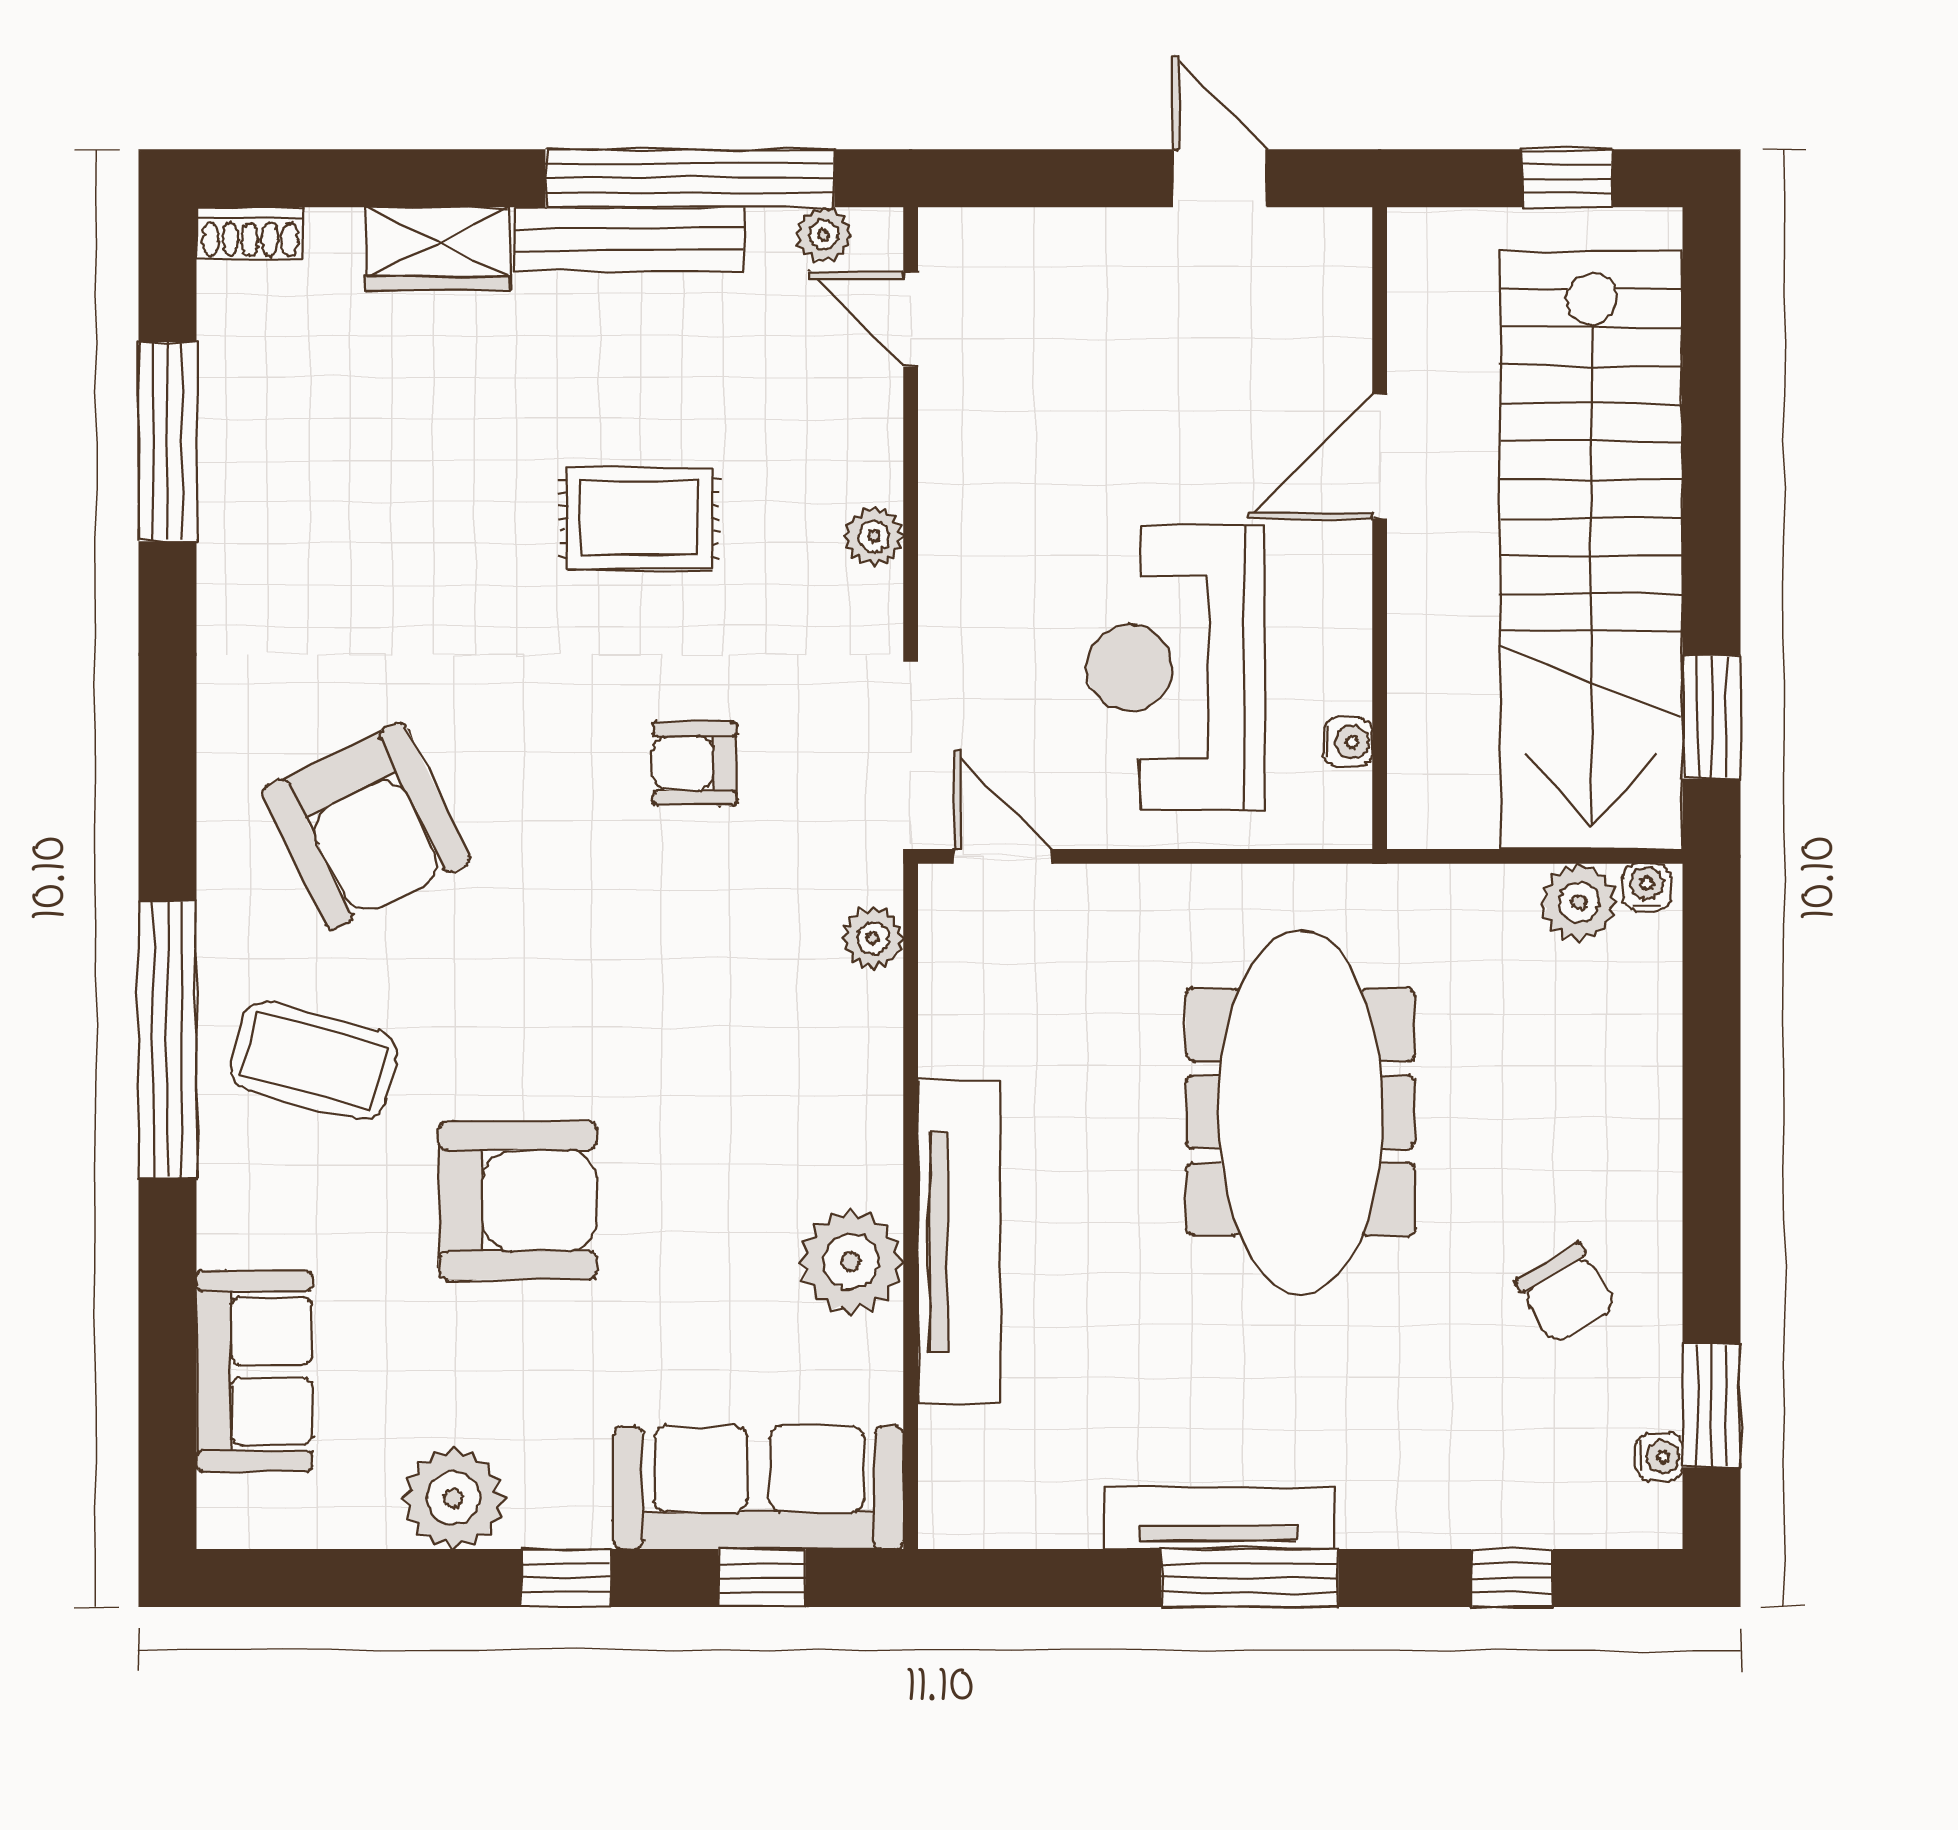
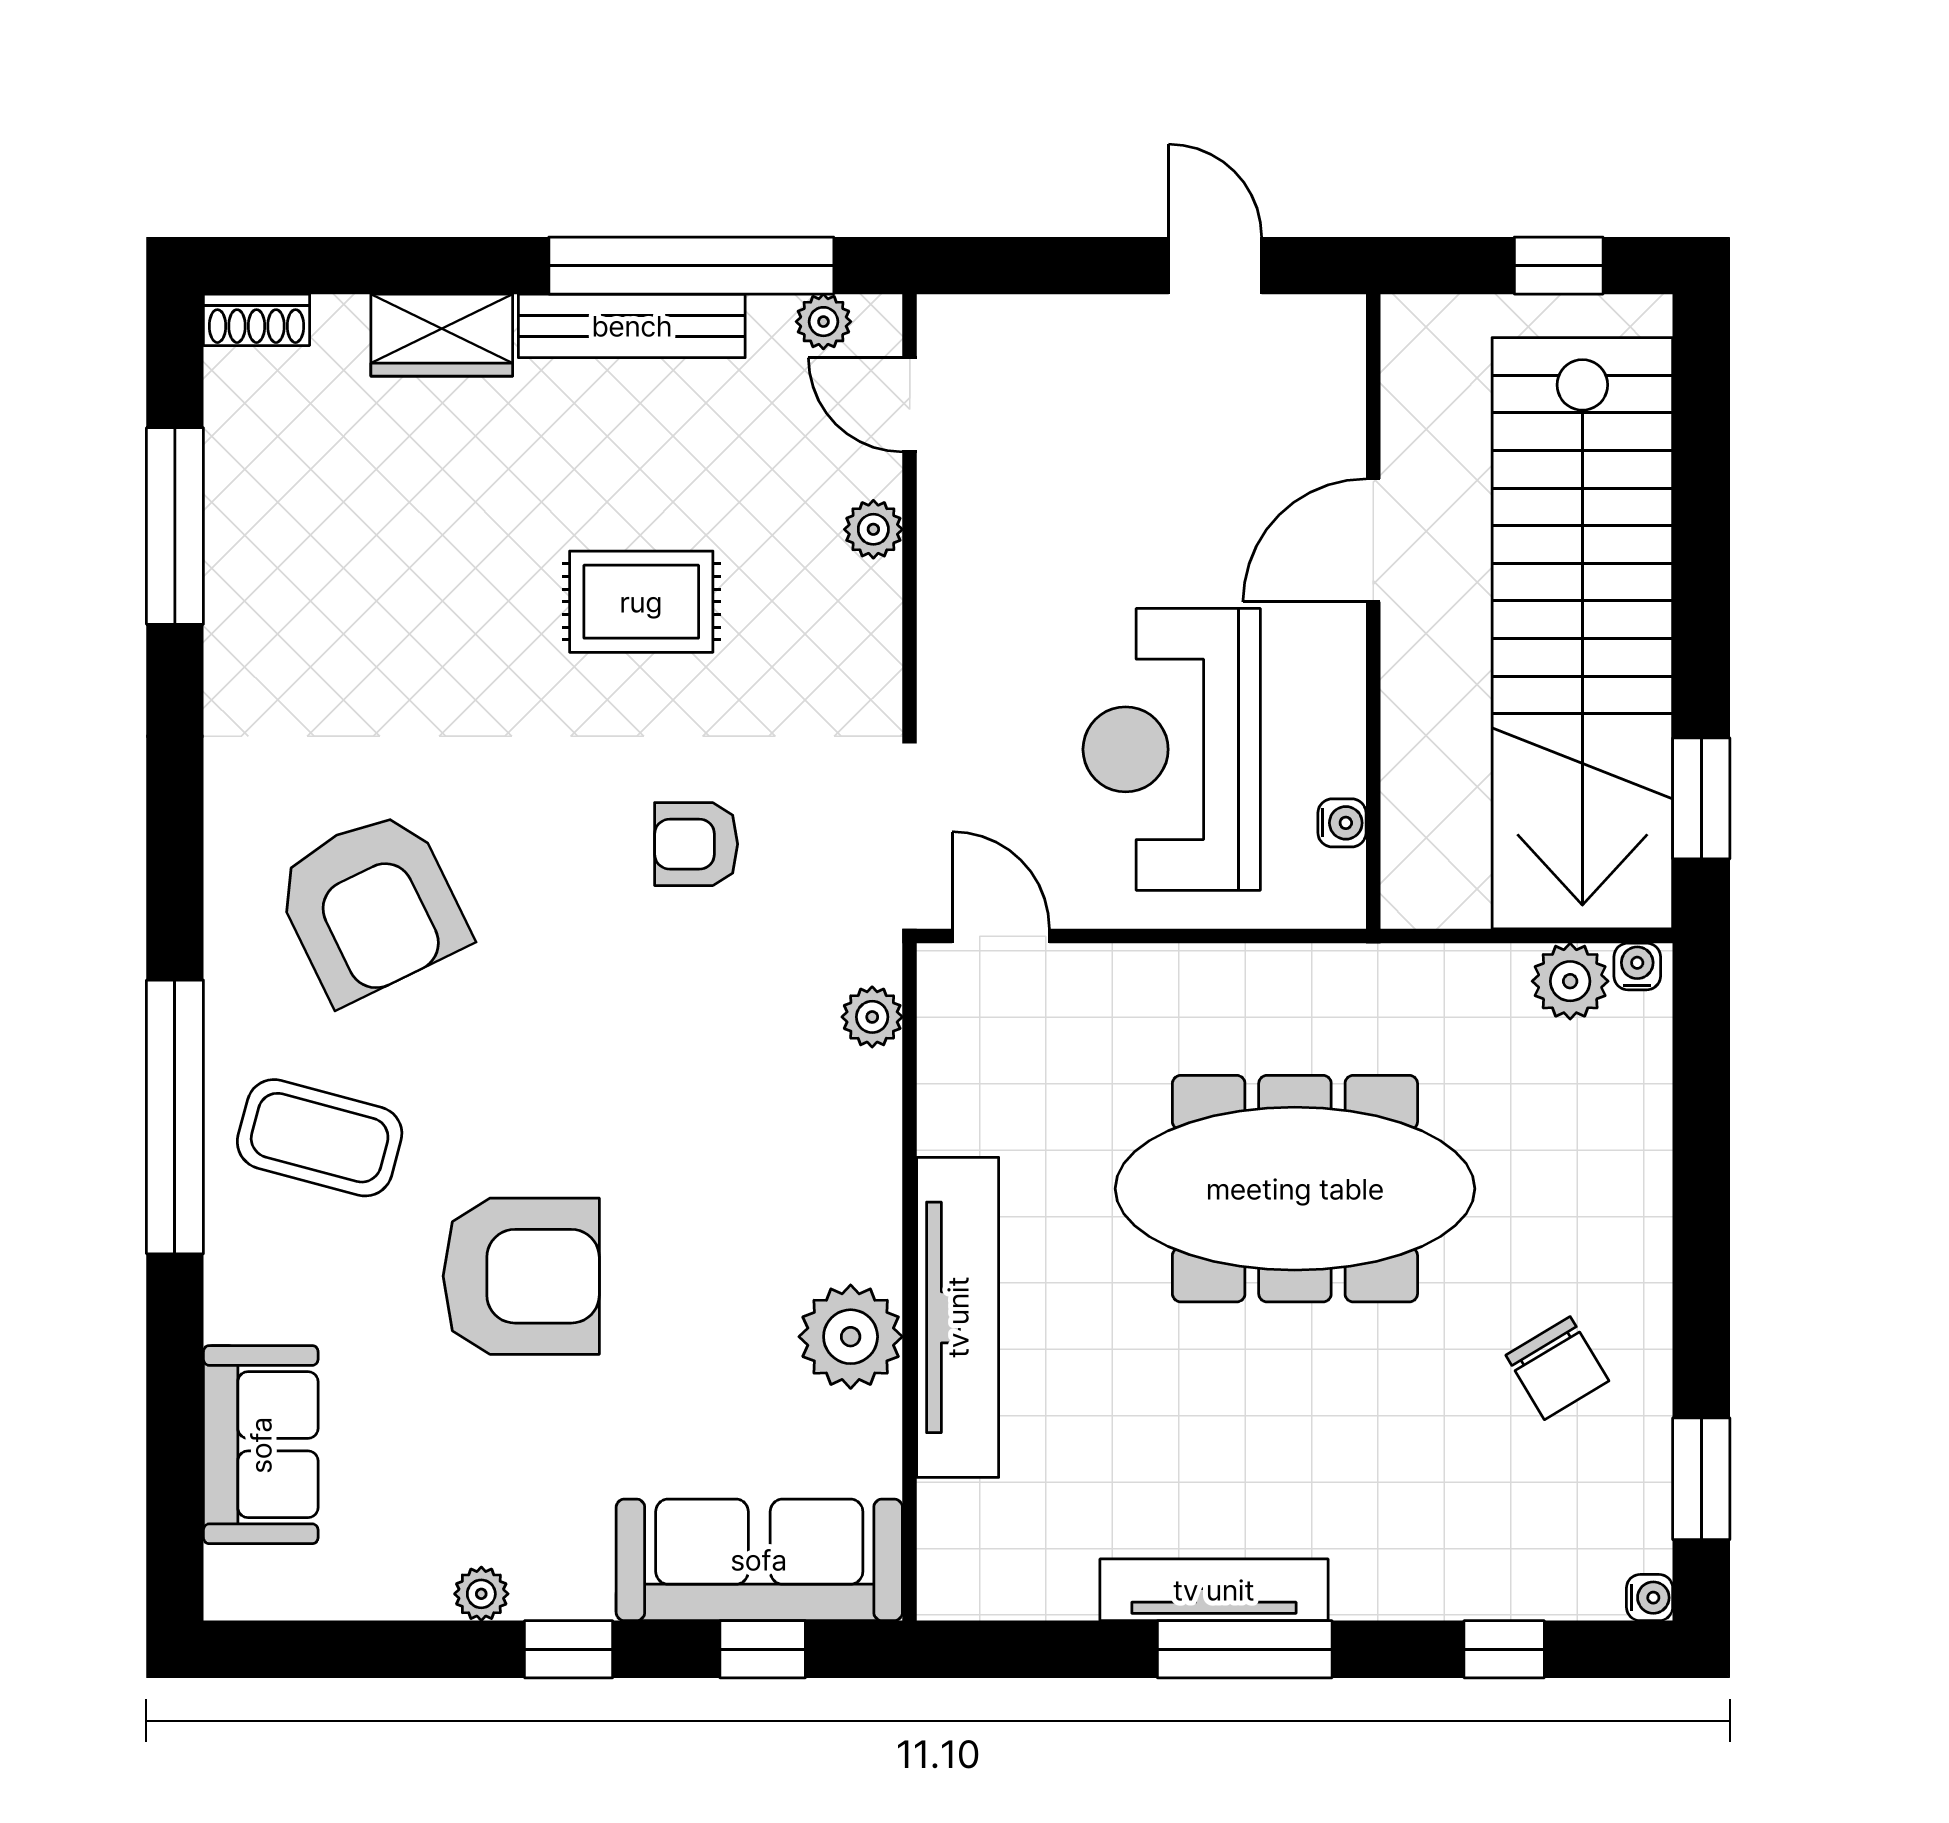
plant: (874, 536) -> (873, 529), moved
meeting table: (1301, 1112) -> (1295, 1189), turned 90
water cooler: (1659, 1457) -> (1650, 1598), moved
plant: (454, 1498) -> (481, 1594), width x0.53, depth x0.53

